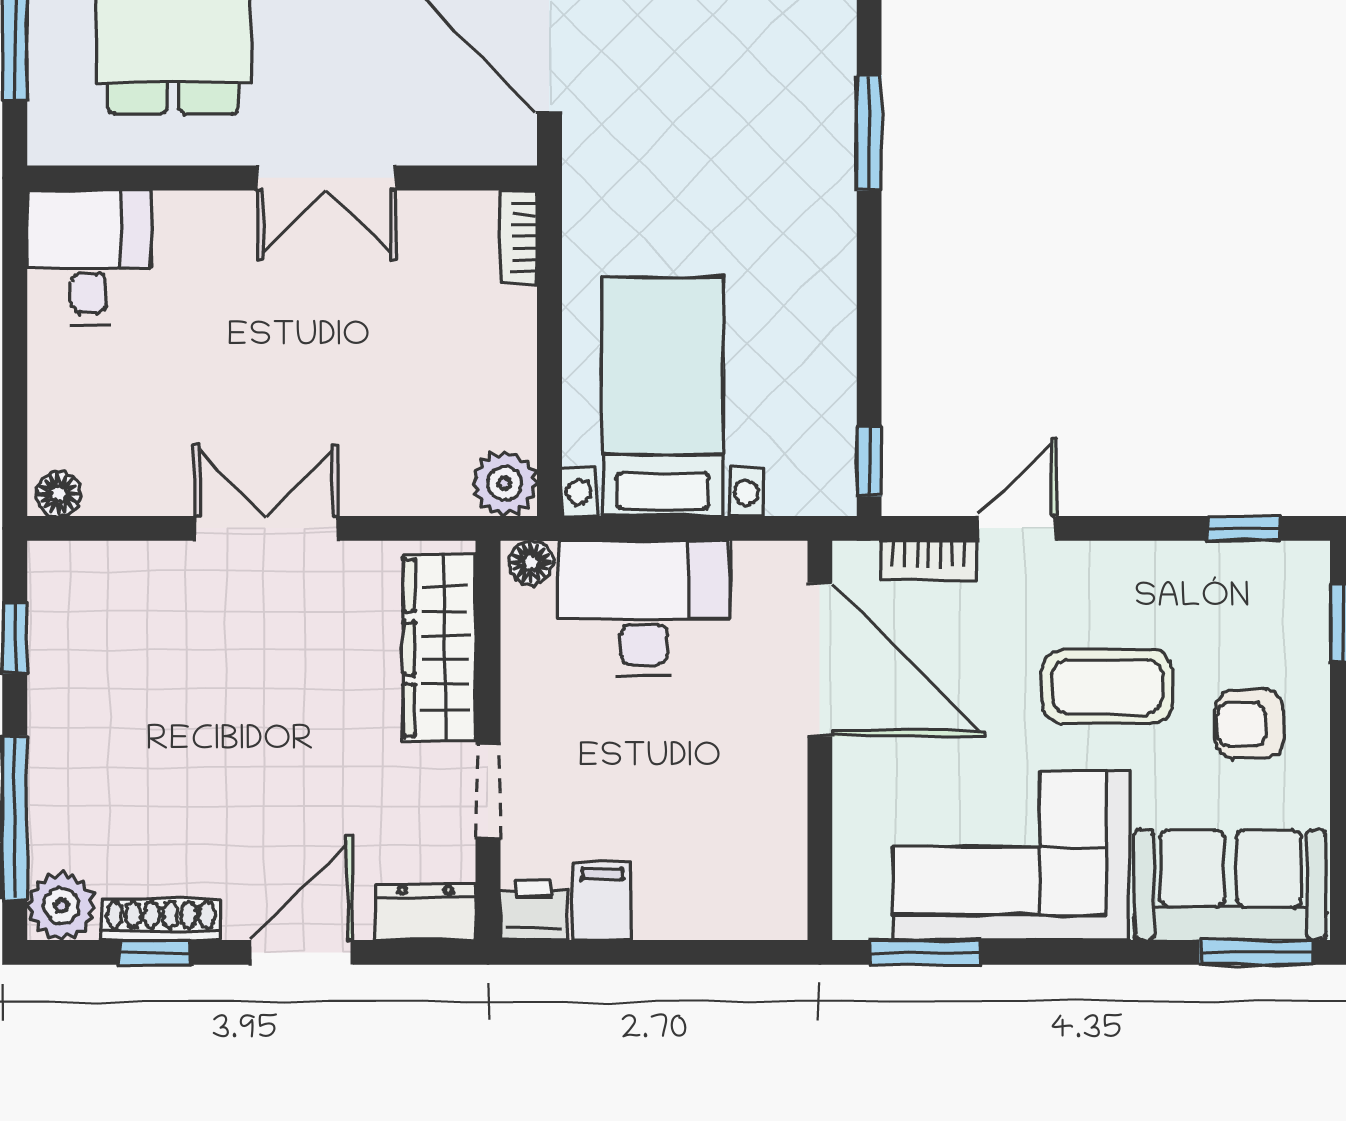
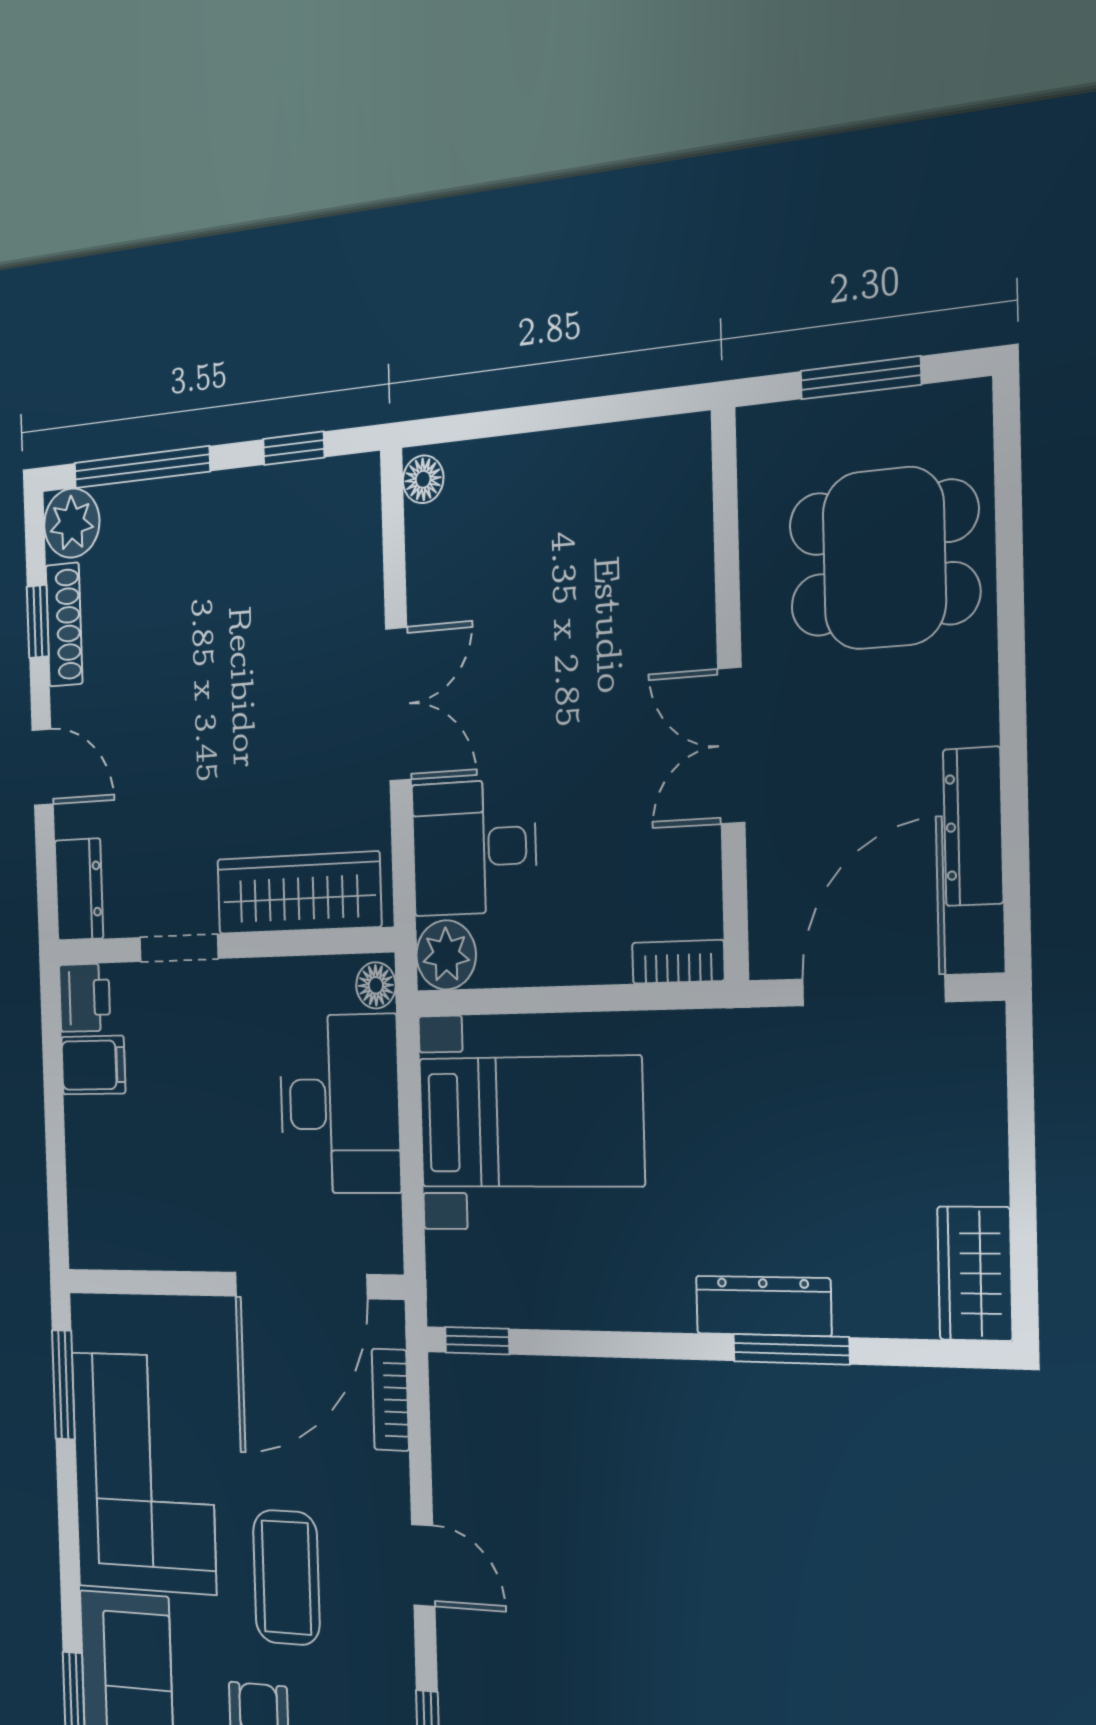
dresser: (830, 159) -> (763, 1306), added
desk: (89, 257) -> (474, 847), moved, turned 180
door: (1017, 528) -> (423, 1565), moved
door: (301, 952) -> (43, 767), width x0.73

